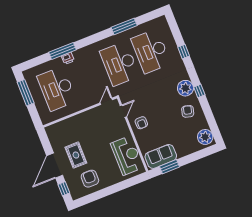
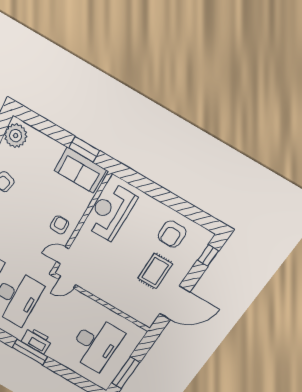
window: (63, 51) -> (30, 352), moved
printer: (68, 58) -> (37, 341), moved, width x1.87, depth x1.48
door: (55, 165) -> (175, 303), moved

